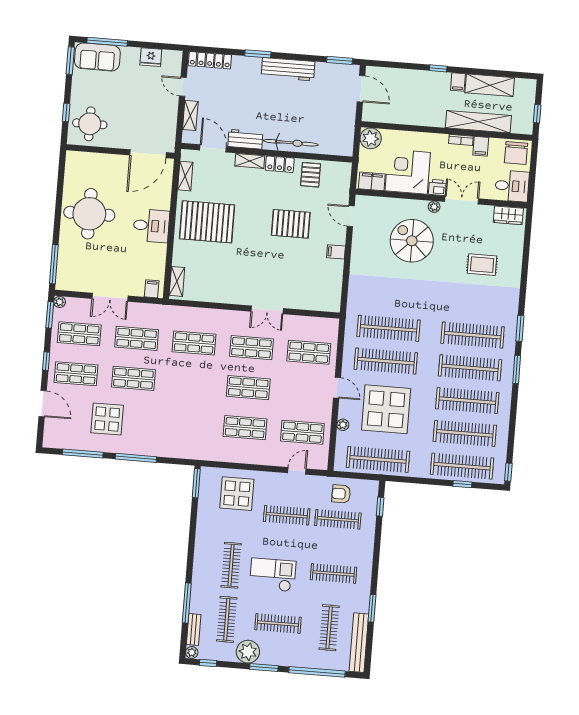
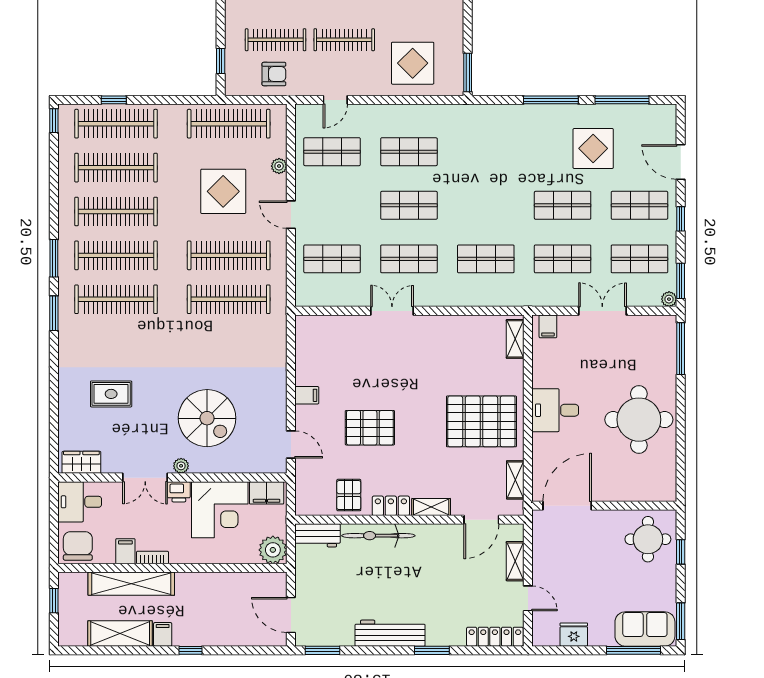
workbench: (245, 139) -> (317, 535), moved
door: (213, 148) -> (481, 520), hinge flipped
display table: (386, 409) -> (223, 191), width x0.73, depth x0.73

